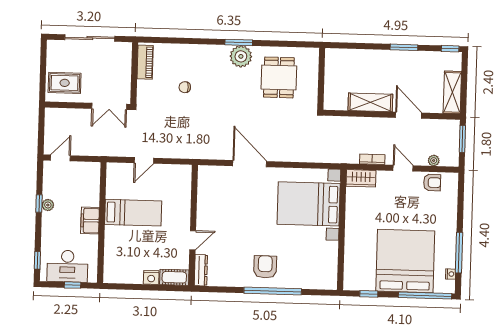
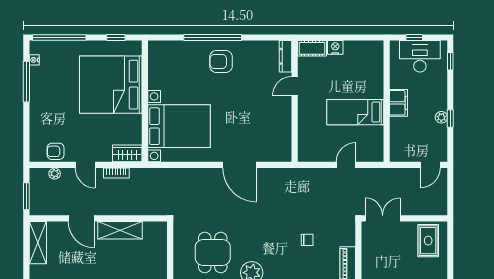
rug: (65, 83) -> (428, 241), turned 90
bed: (405, 261) -> (111, 85), moved, turned 90
armchair: (265, 267) -> (221, 62), turned 90

